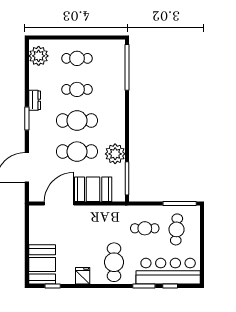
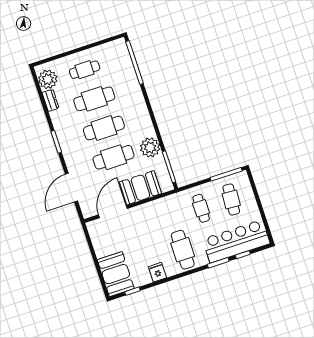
cafe table: (77, 89) -> (94, 99), width x1.37, depth x1.35
dresser: (35, 100) -> (50, 100), moved
cafe table: (145, 228) -> (201, 208), turned 90

